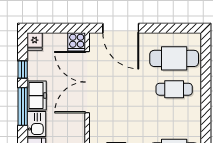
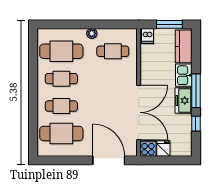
fridge: (35, 41) -> (163, 149), moved
cafe table: (174, 120) -> (61, 79), added

